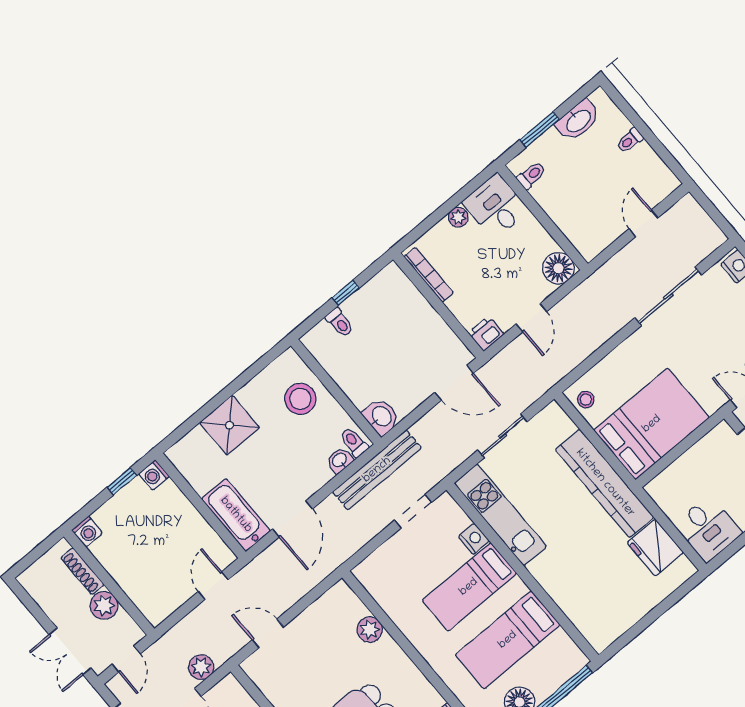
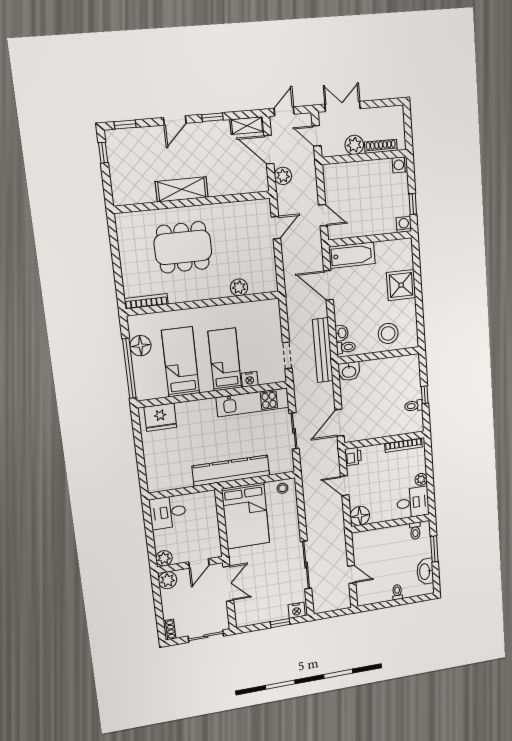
toilet: (340, 323) -> (414, 406), moved
fridge: (655, 548) -> (160, 417), moved, turned 180

